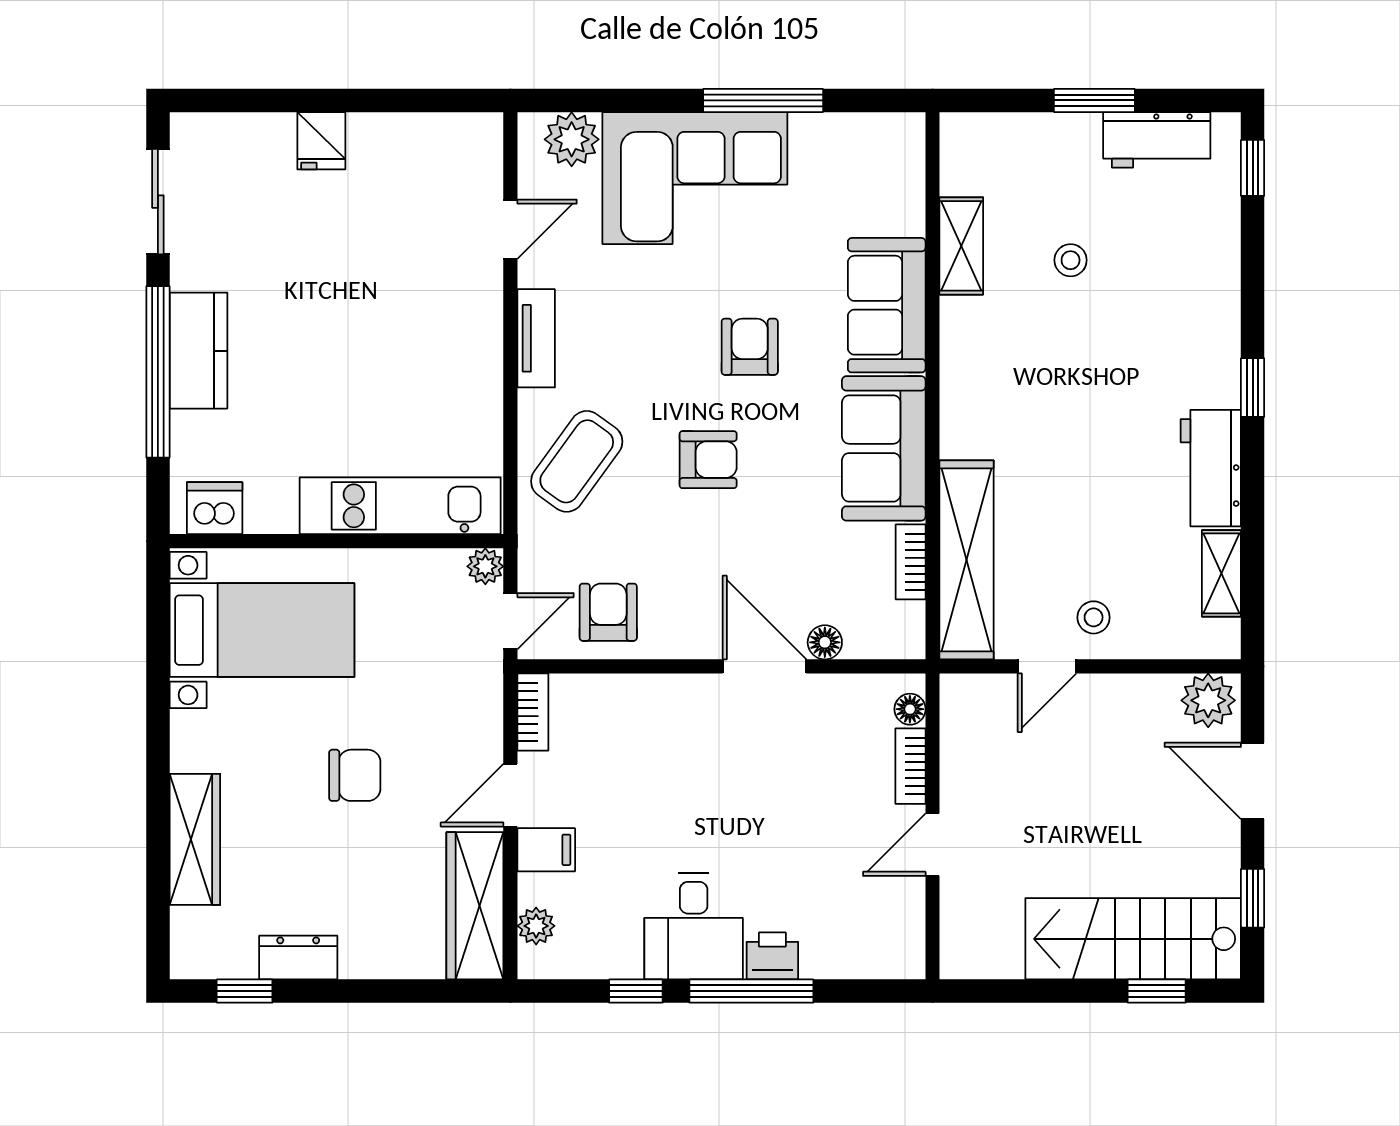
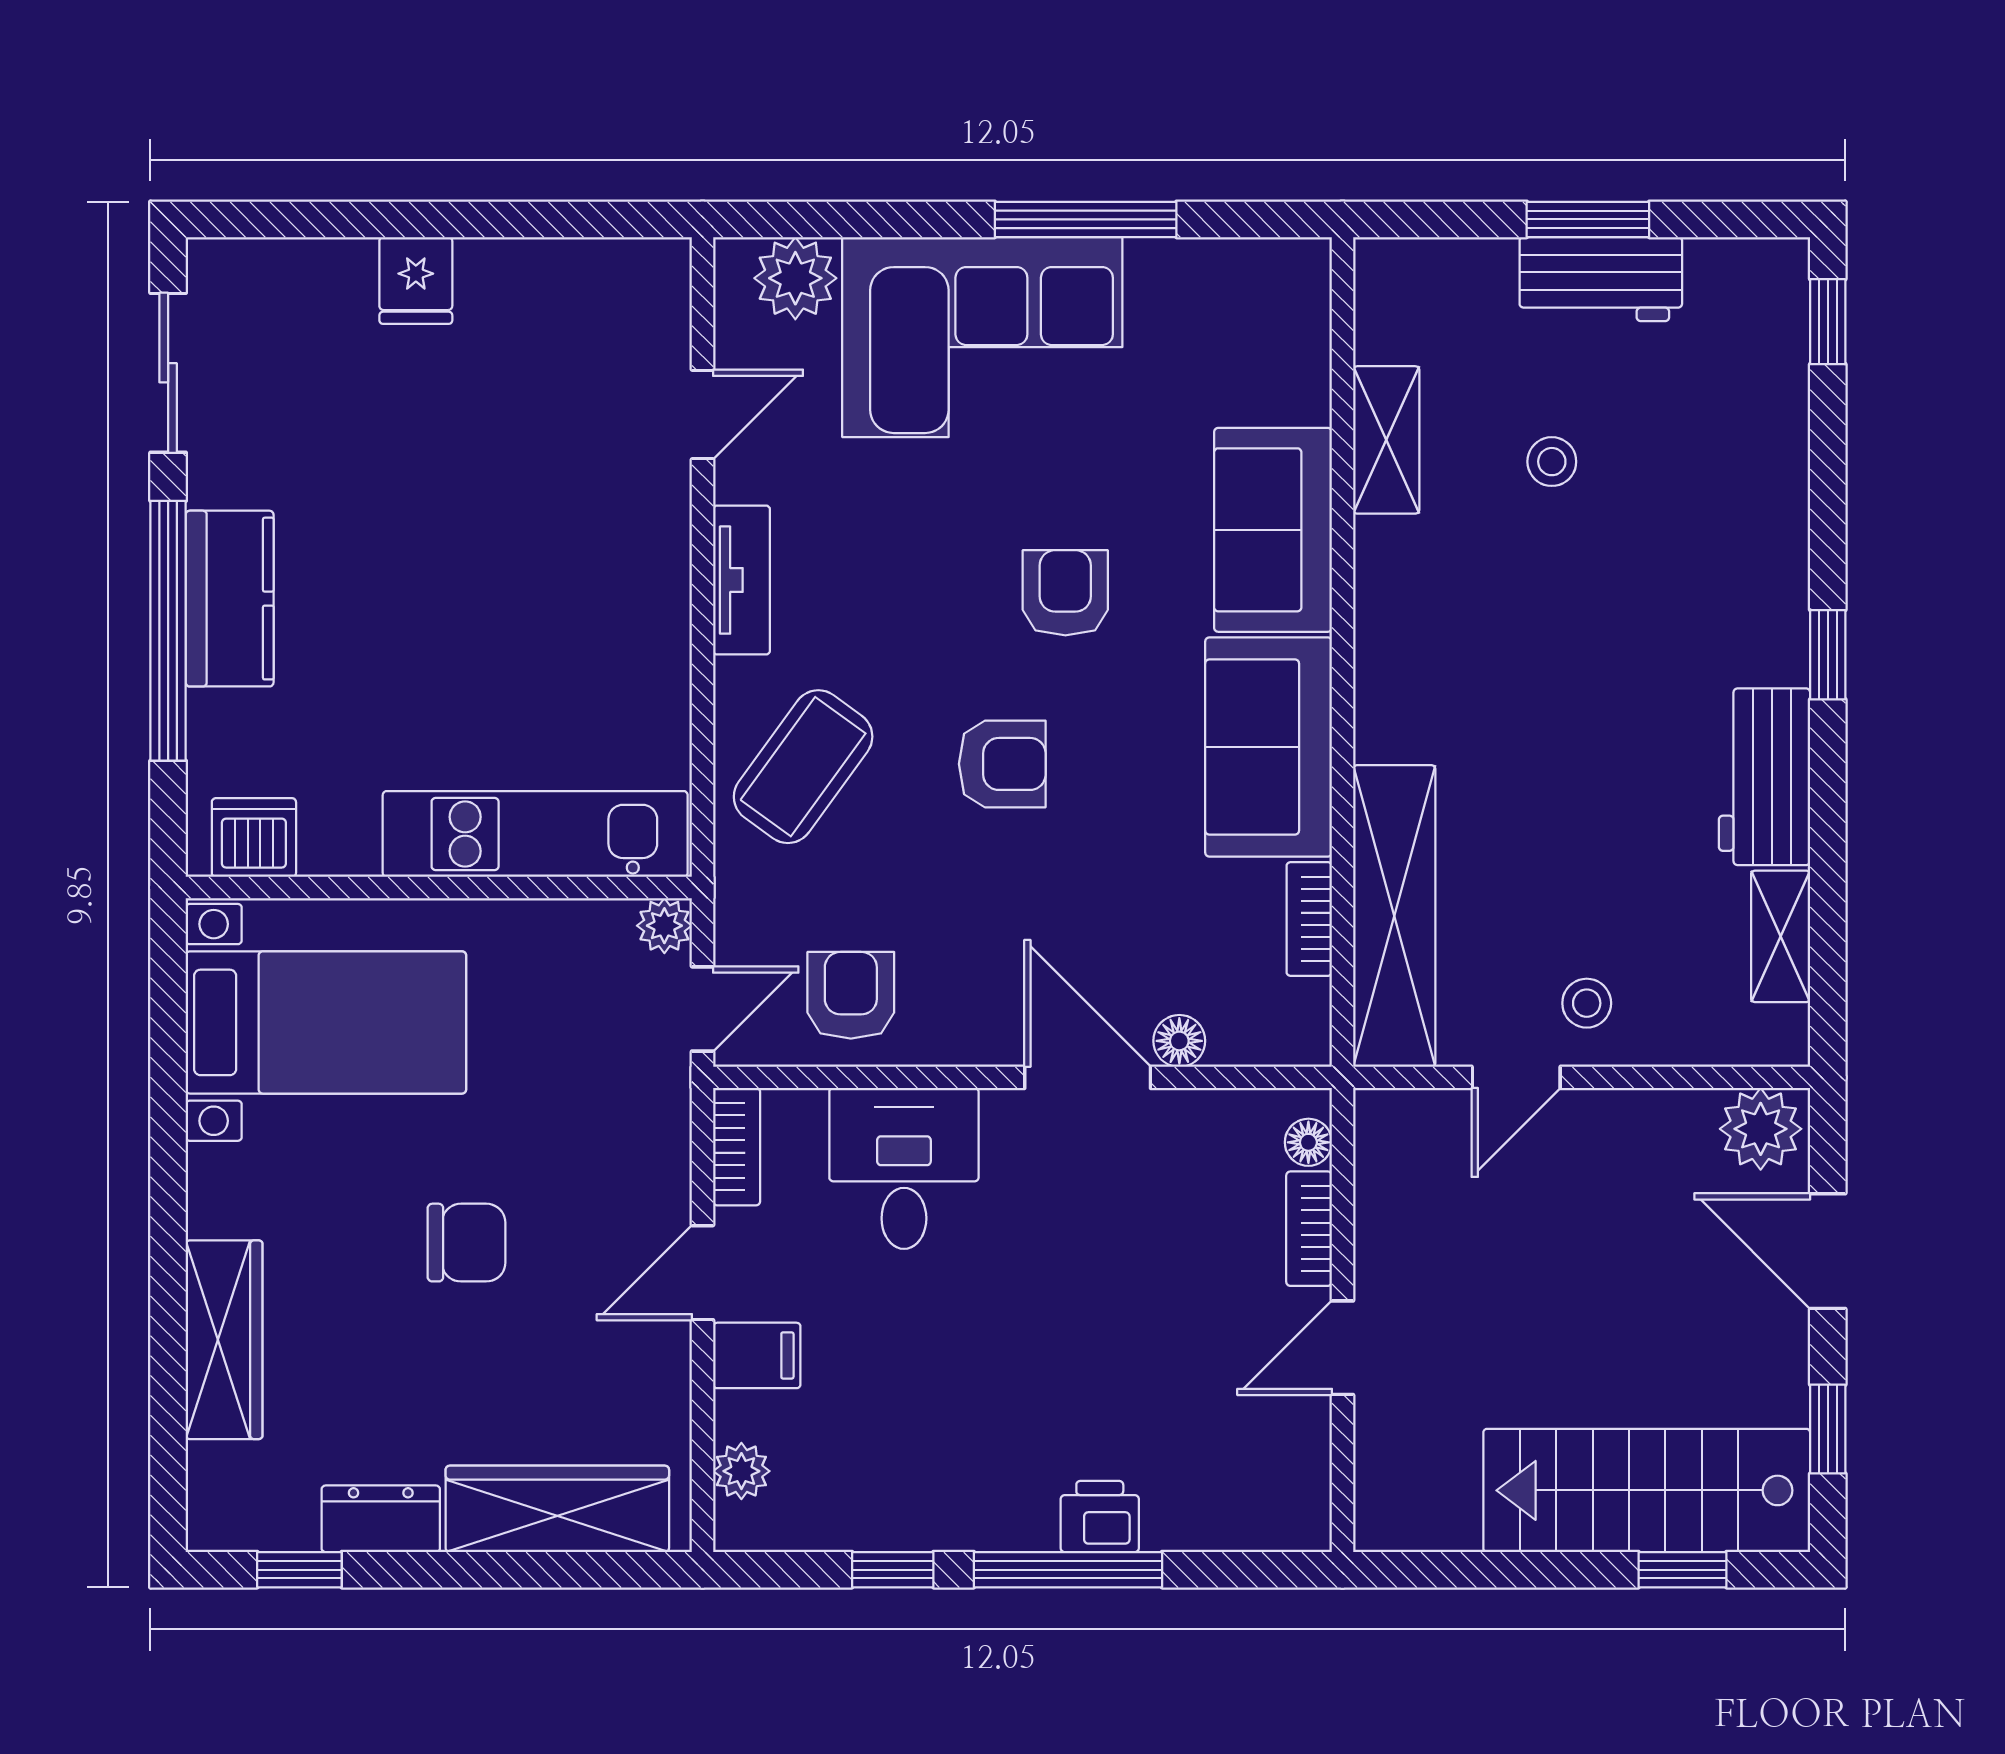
workbench: (1157, 140) -> (1601, 279), moved
wardrobe: (475, 906) -> (557, 1509), moved, turned 90
desk: (694, 926) -> (904, 1168), moved, turned 180

